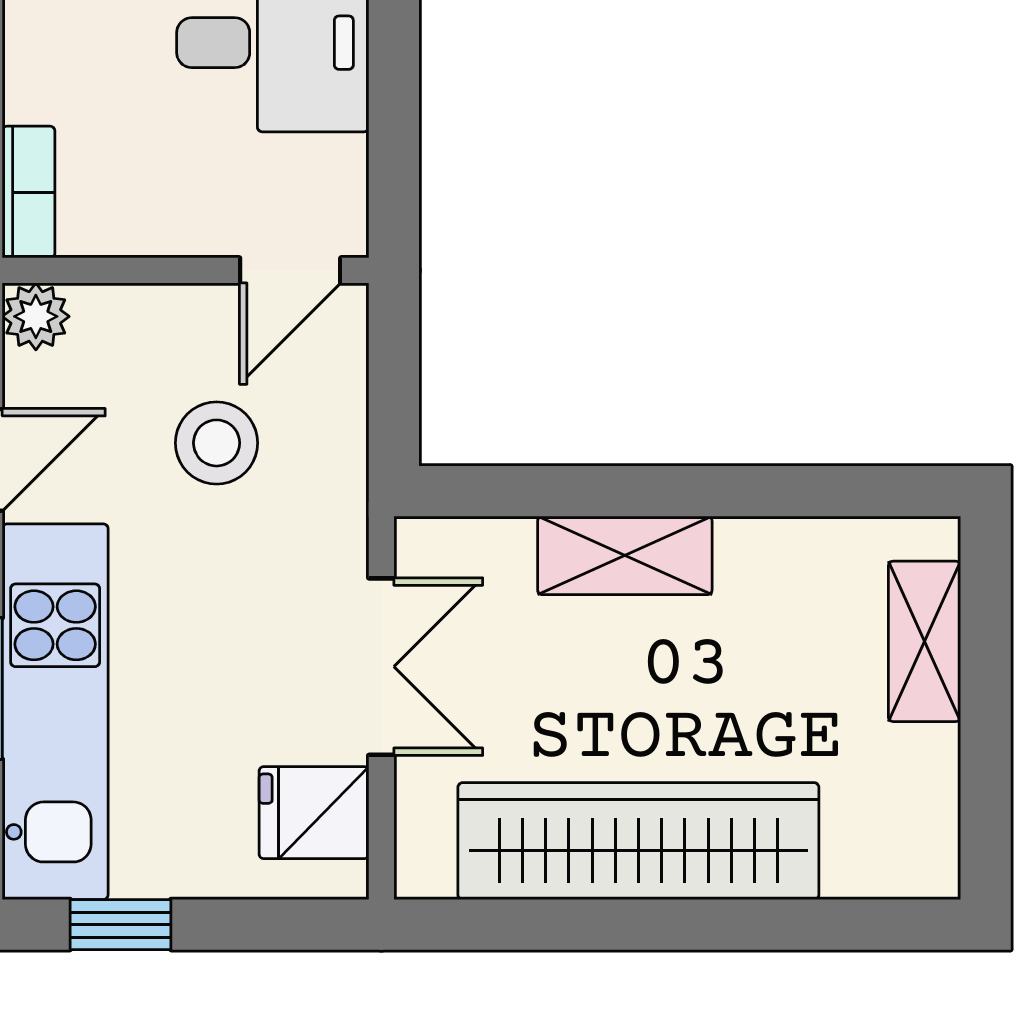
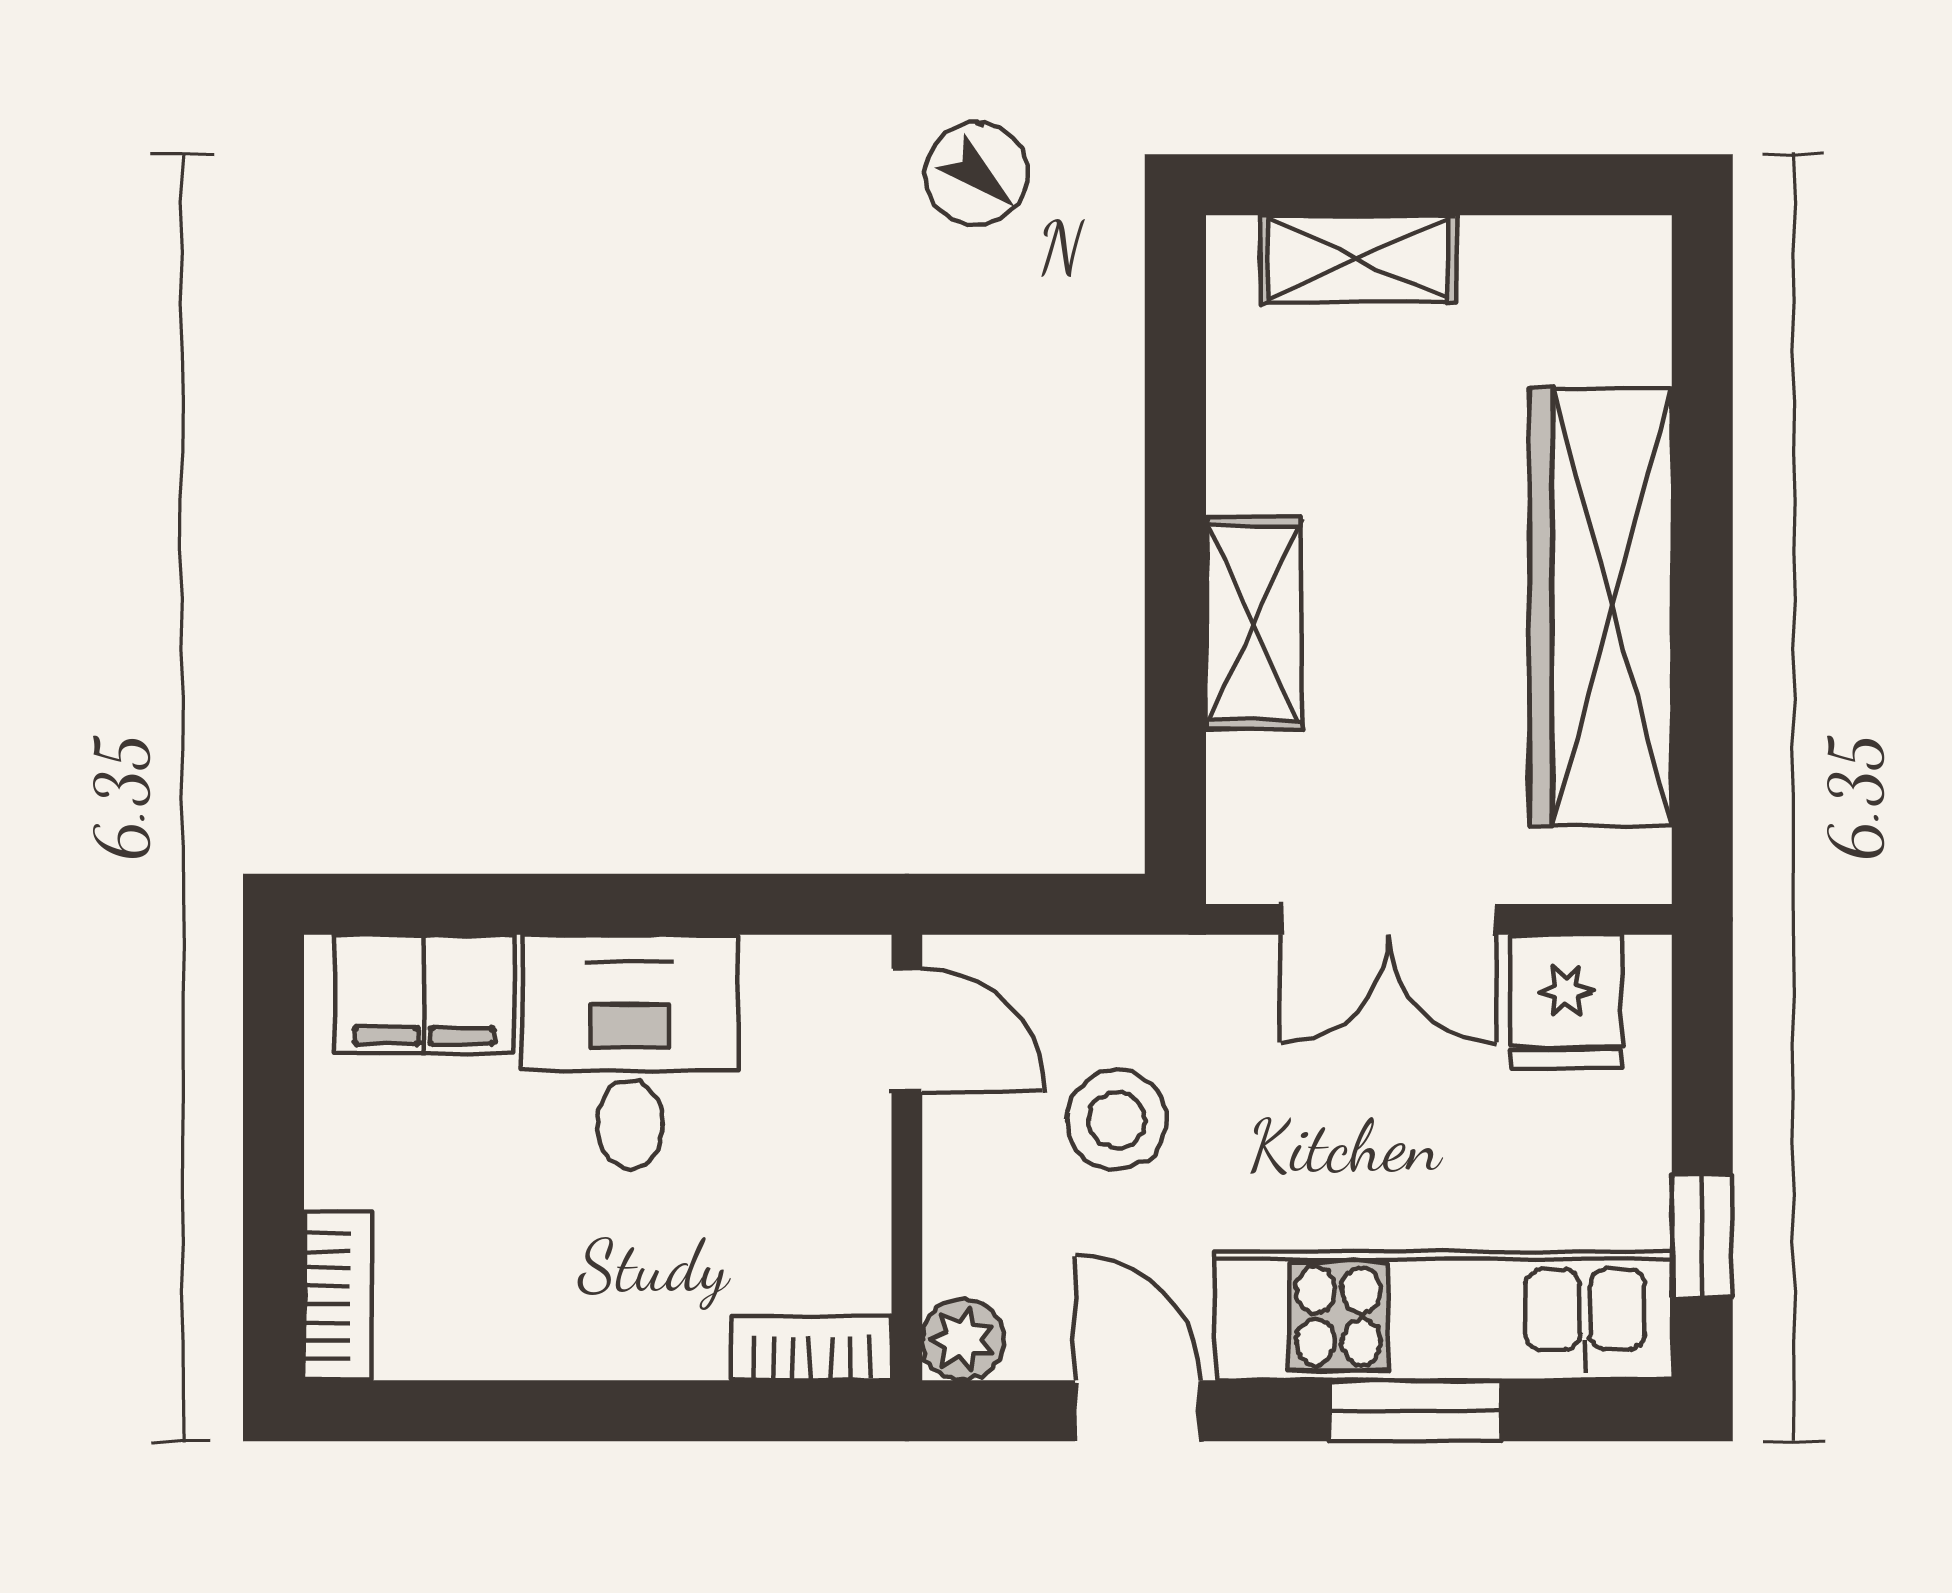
double door: (381, 667) -> (1389, 919), swing flipped

